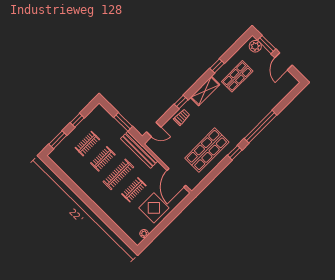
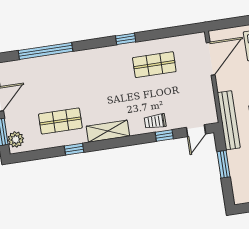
window: (181, 102) -> (164, 135), moved
window: (260, 127) -> (46, 51), moved
door: (154, 130) -> (196, 131), swing flipped
shop shelf: (207, 150) -> (154, 65), width x0.70, depth x0.74

